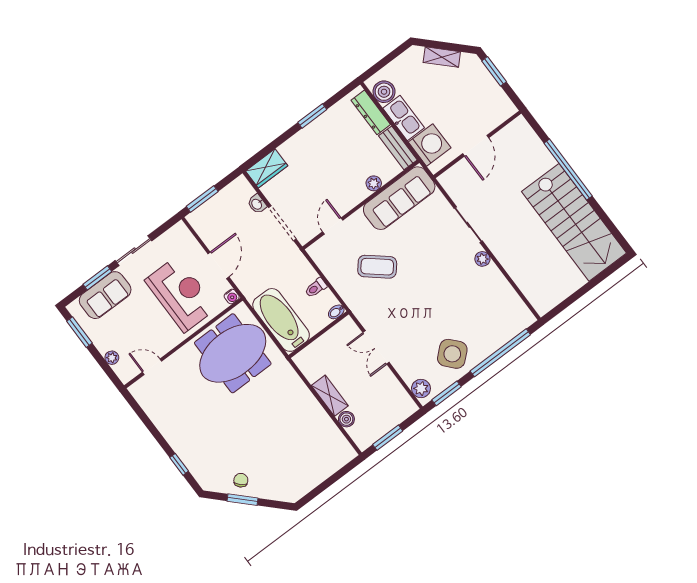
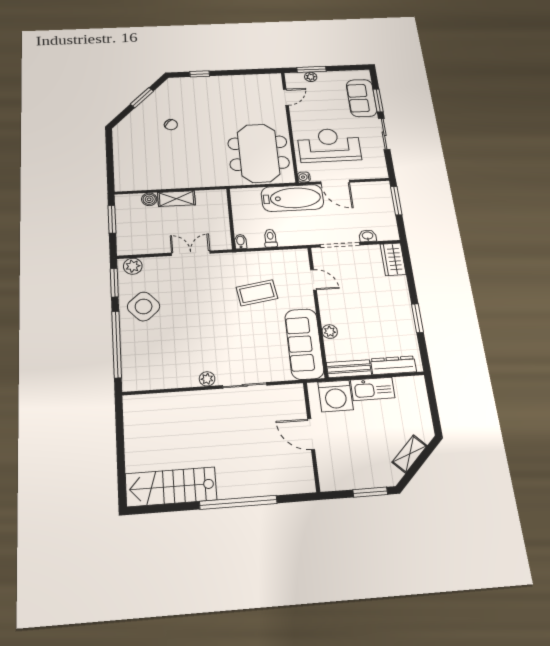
boiler: (384, 92) -> (406, 387), removed
stairs: (574, 222) -> (171, 487), width x0.73, depth x0.66
coffee table: (377, 267) -> (257, 293), turned 41
reception desk: (181, 294) -> (329, 145), turned 180
bathtub: (281, 320) -> (292, 198), moved
window: (79, 332) -> (311, 69), moved
chair: (241, 480) -> (171, 125), moved

